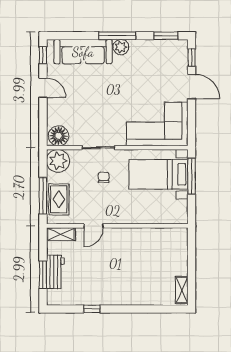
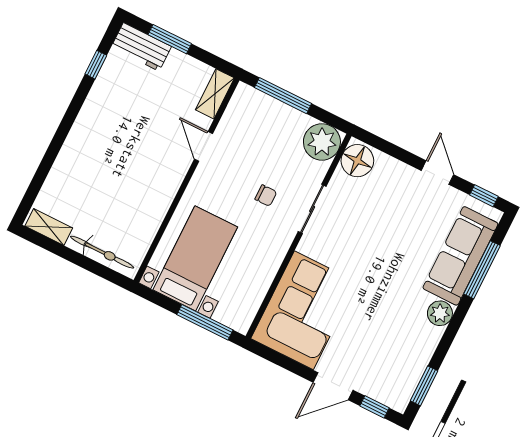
window: (117, 36) -> (482, 270), moved
door: (43, 88) -> (437, 173), swing flipped
bed with nightstands: (158, 174) -> (195, 258), moved
rug: (59, 199) -> (266, 116), removed
bicycle: (181, 253) -> (102, 252), added
workbench: (55, 272) -> (141, 47), moved
window: (92, 309) -> (96, 65), moved

